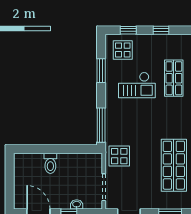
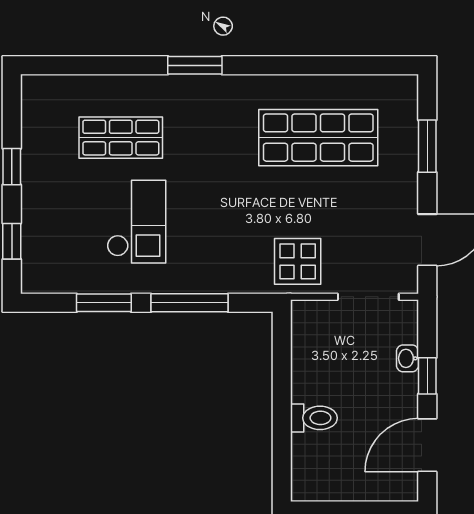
display table: (123, 50) -> (57, 253), removed
window: (101, 125) -> (190, 303), moved

